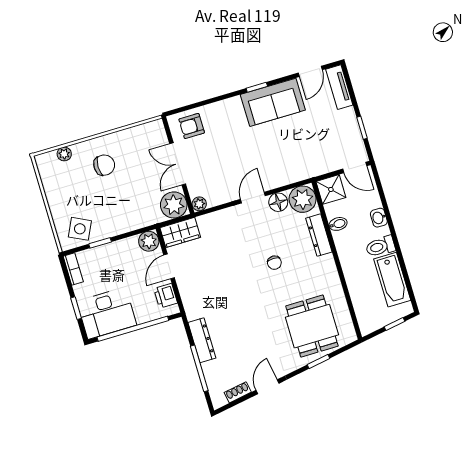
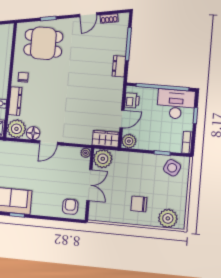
armchair: (192, 126) -> (70, 207), turned -90
plant: (64, 154) -> (168, 218), width x1.88, depth x1.88
chair: (274, 263) -> (23, 77), moved
dining table: (312, 326) -> (43, 43), turned 90
dresser: (202, 340) -> (119, 66), width x0.70

